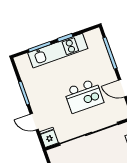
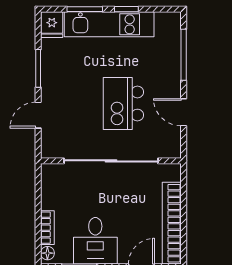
kitchen island: (84, 96) -> (123, 104), turned 90
door: (34, 122) -> (38, 115), hinge flipped
fridge: (49, 137) -> (52, 25), moved, turned 180

